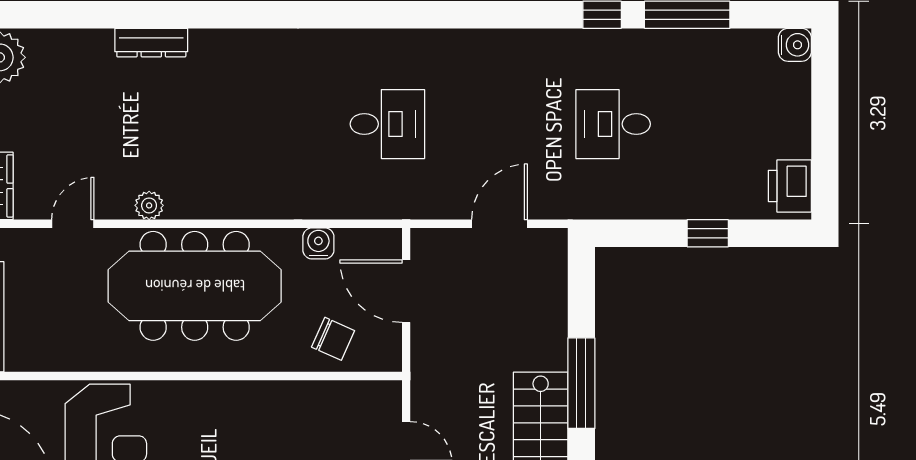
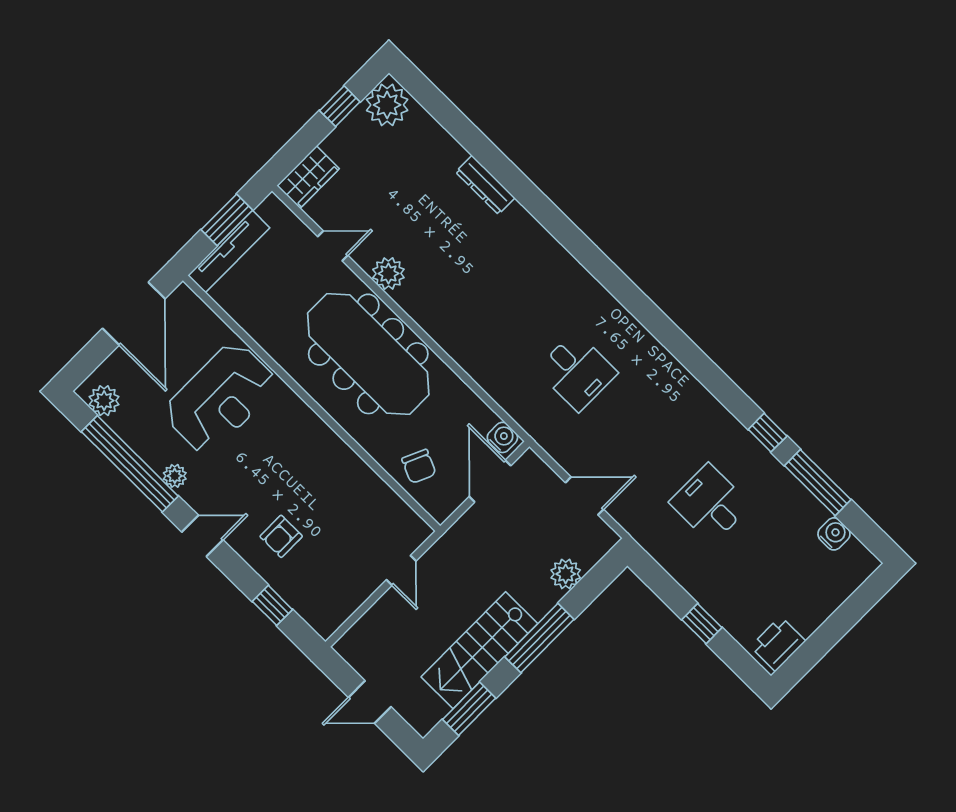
water cooler: (795, 45) -> (834, 534), moved, turned -90
plant: (149, 205) -> (388, 274), width x1.38, depth x1.38
water cooler: (318, 243) -> (502, 437), moved
plant: (550, 306) -> (566, 574), added

